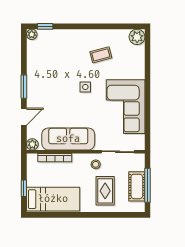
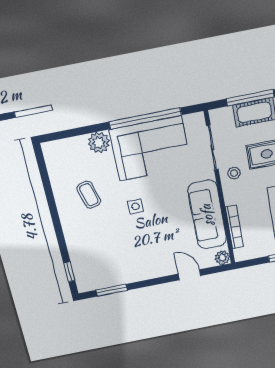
plant: (32, 34) -> (83, 286), removed
plant: (137, 37) -> (99, 143), moved
window: (24, 87) -> (112, 290), moved
window: (148, 108) -> (145, 118), added

